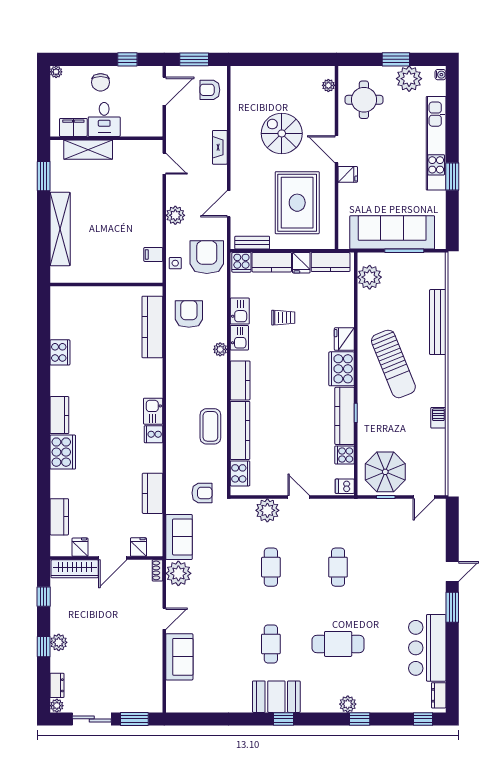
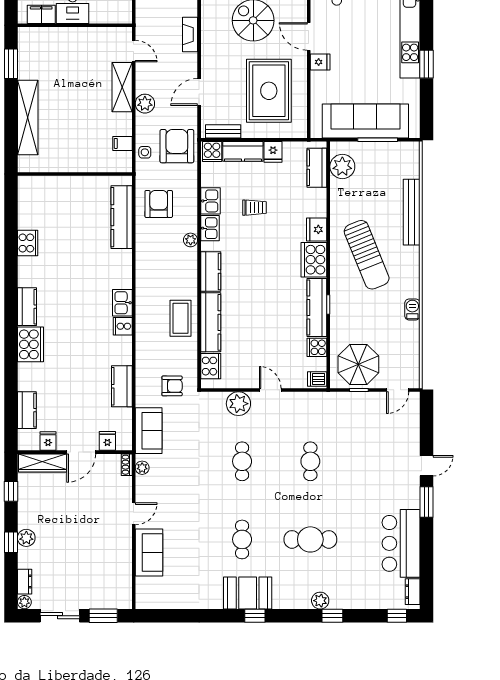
shelving: (88, 150) -> (122, 87), moved, turned 90
kitchen counter: (331, 262) -> (317, 168), moved, turned 90
plant: (178, 573) -> (142, 468), width x0.53, depth x0.53

